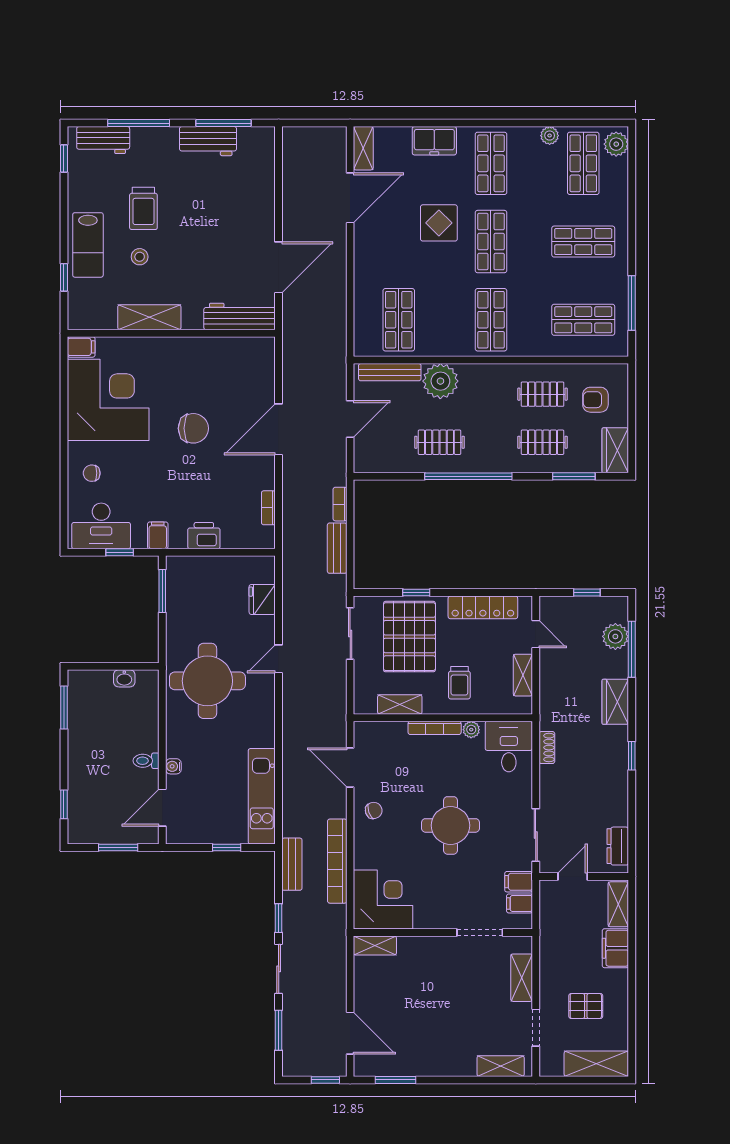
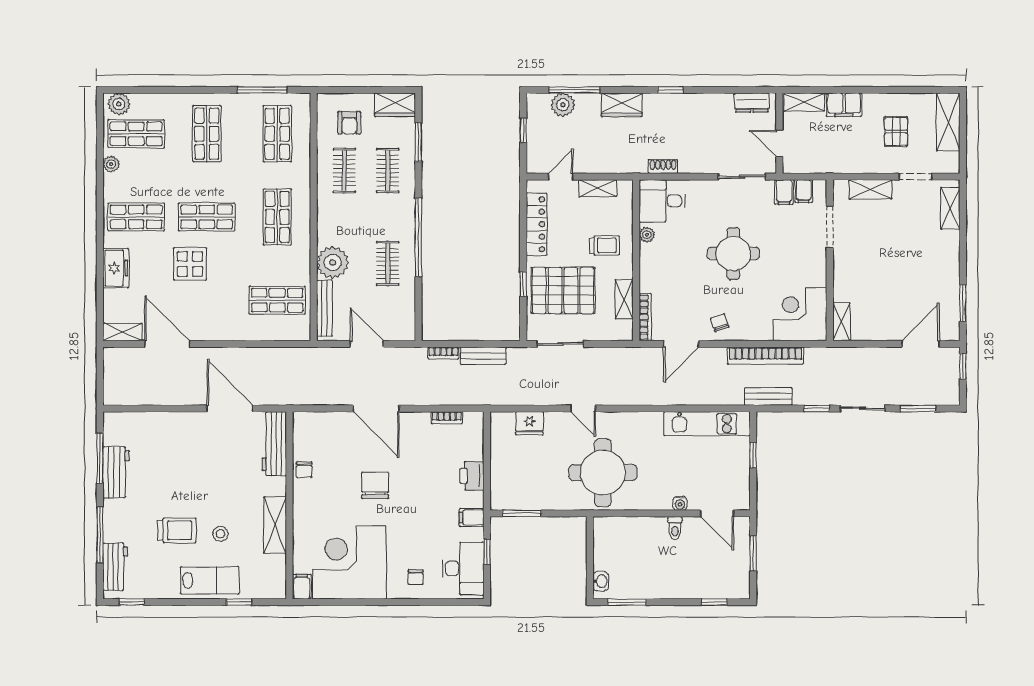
shop shelf: (491, 320) -> (277, 217), turned 90
chair: (211, 350) -> (304, 470), added
washbasin: (124, 678) -> (601, 581), moved
bookcase: (435, 728) -> (645, 317), moved

